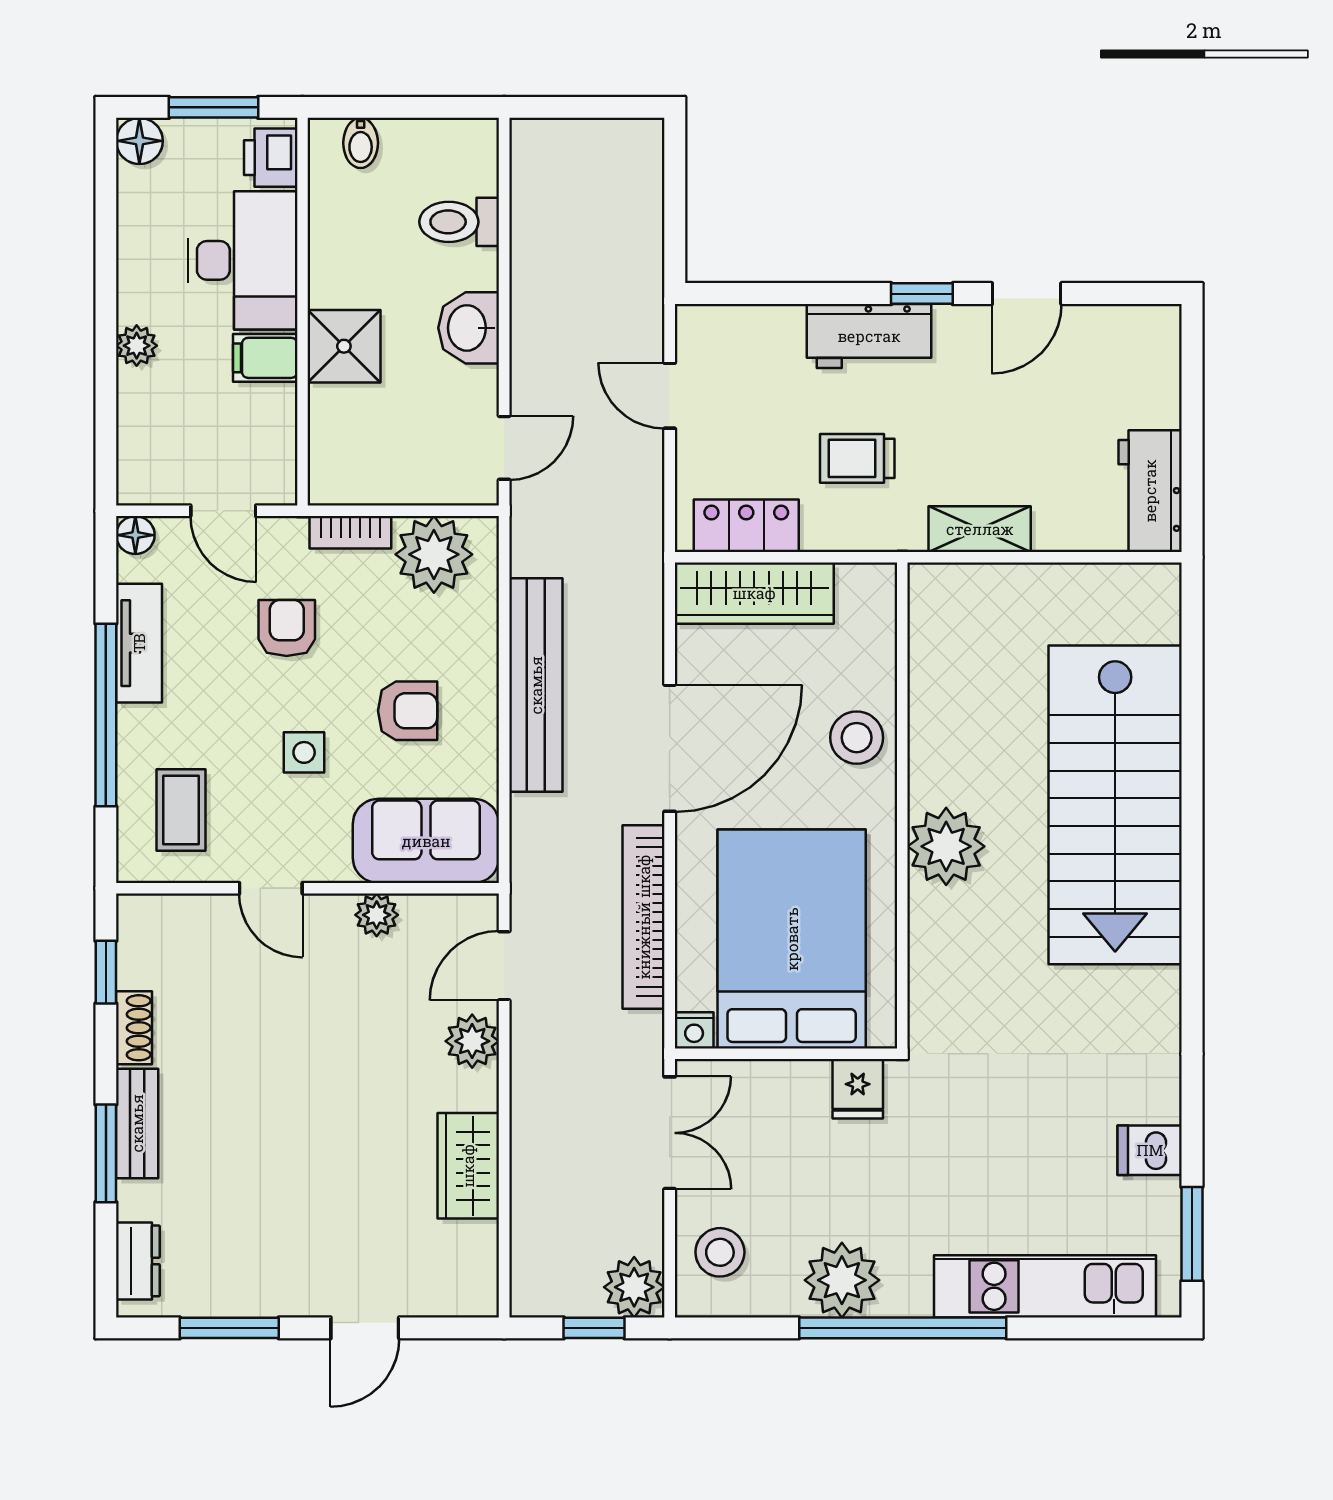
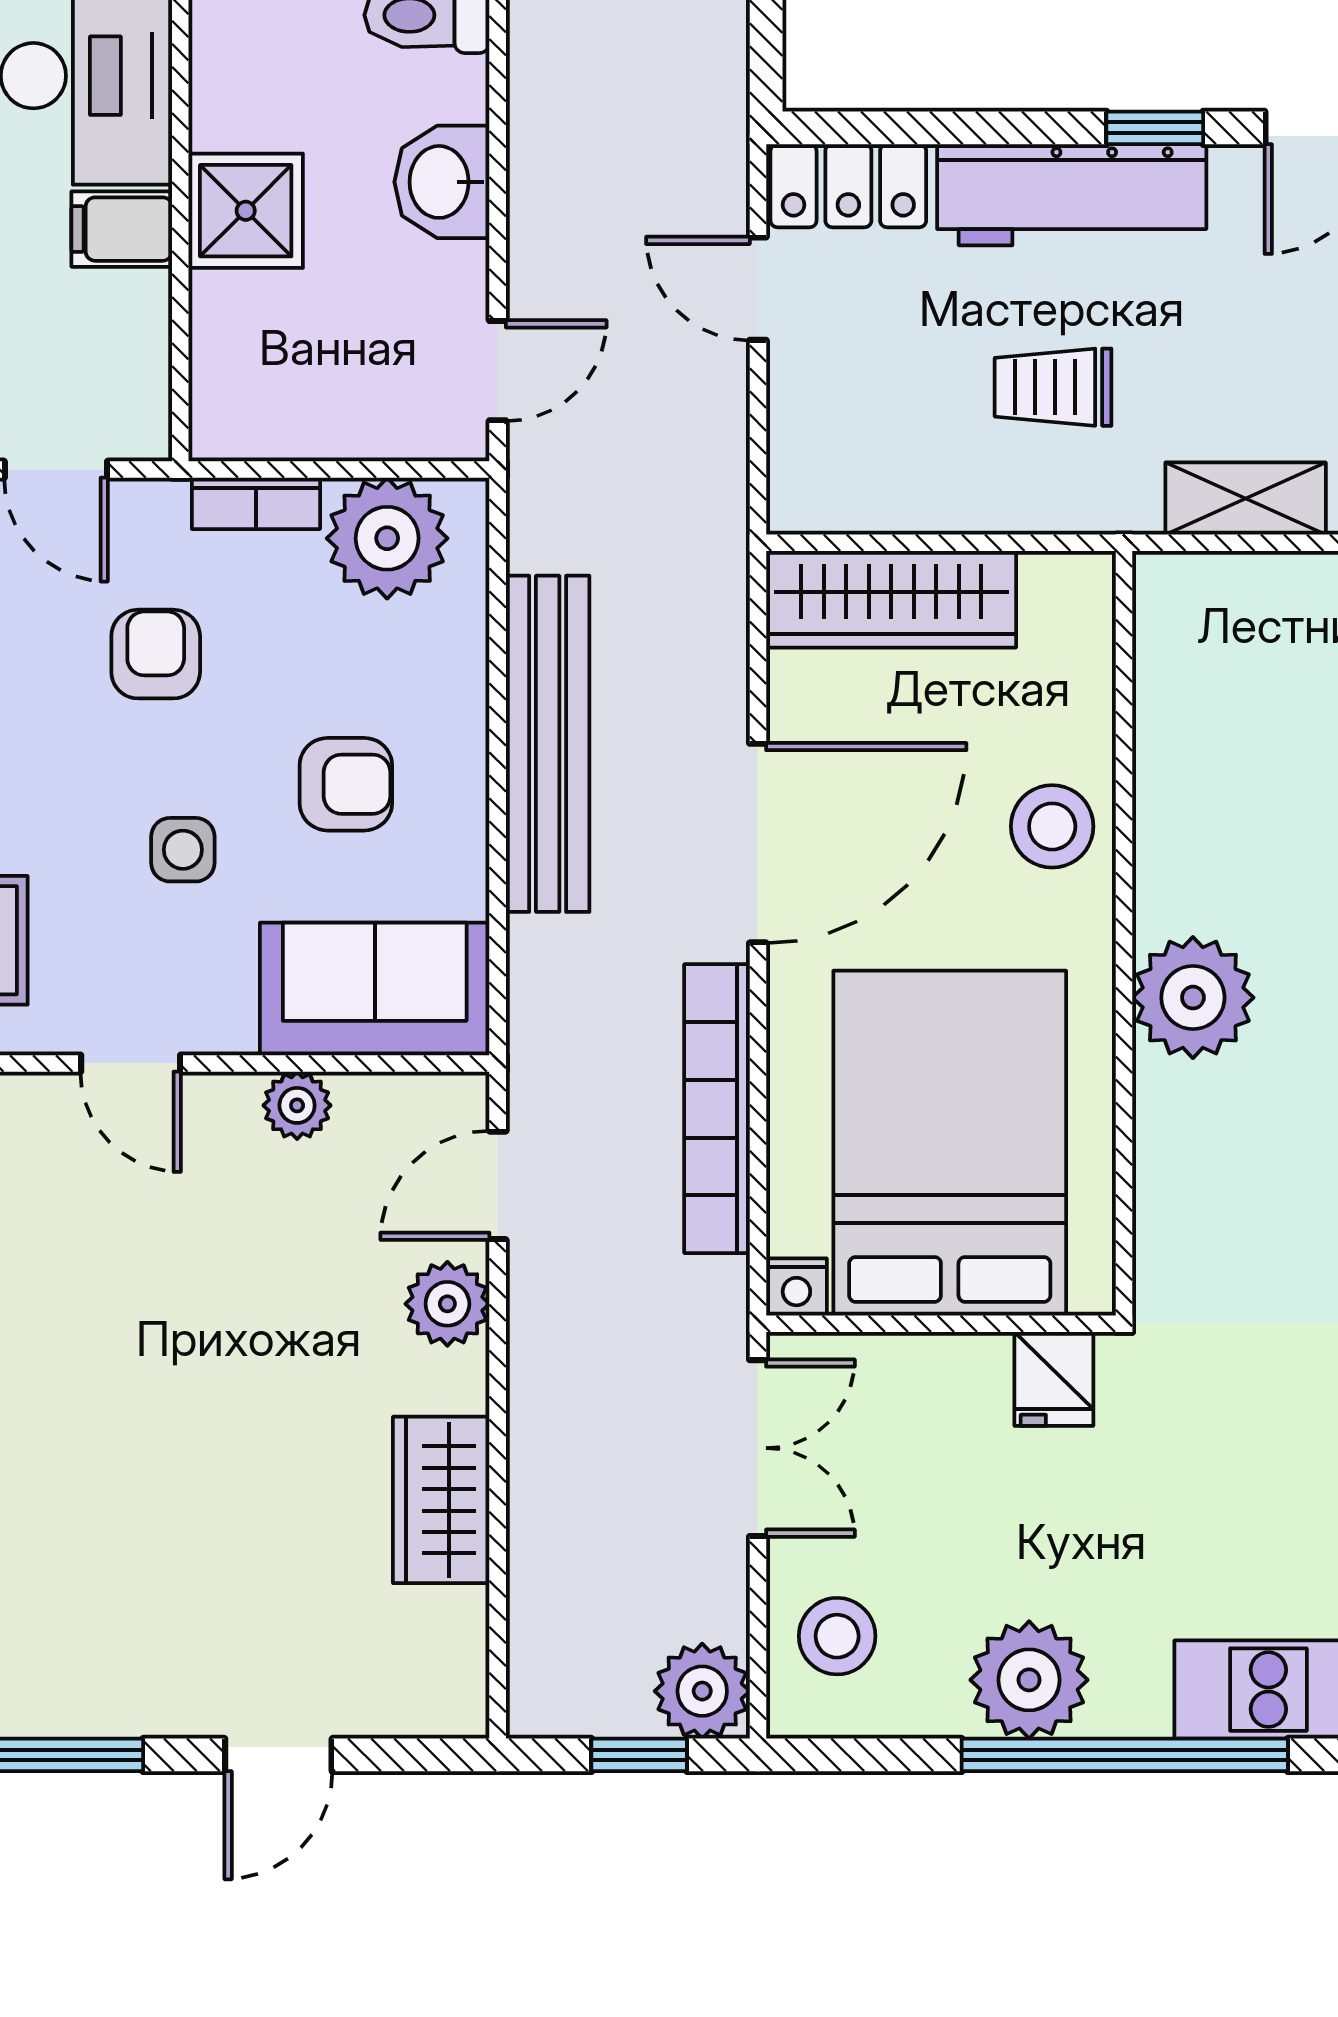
workbench: (869, 336) -> (1072, 195), width x1.38
locker: (746, 526) -> (848, 186), moved, turned 180

